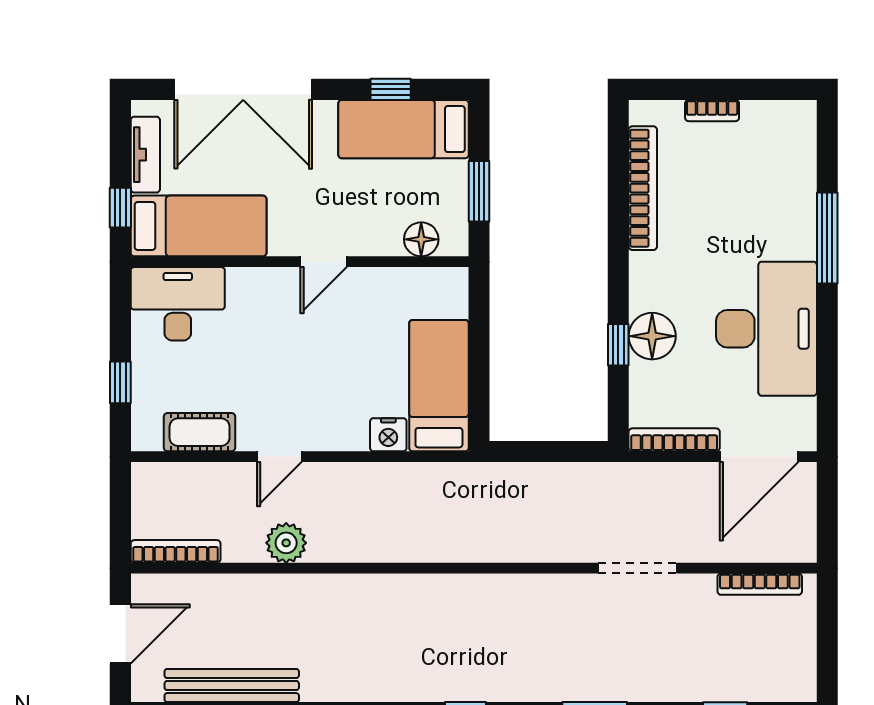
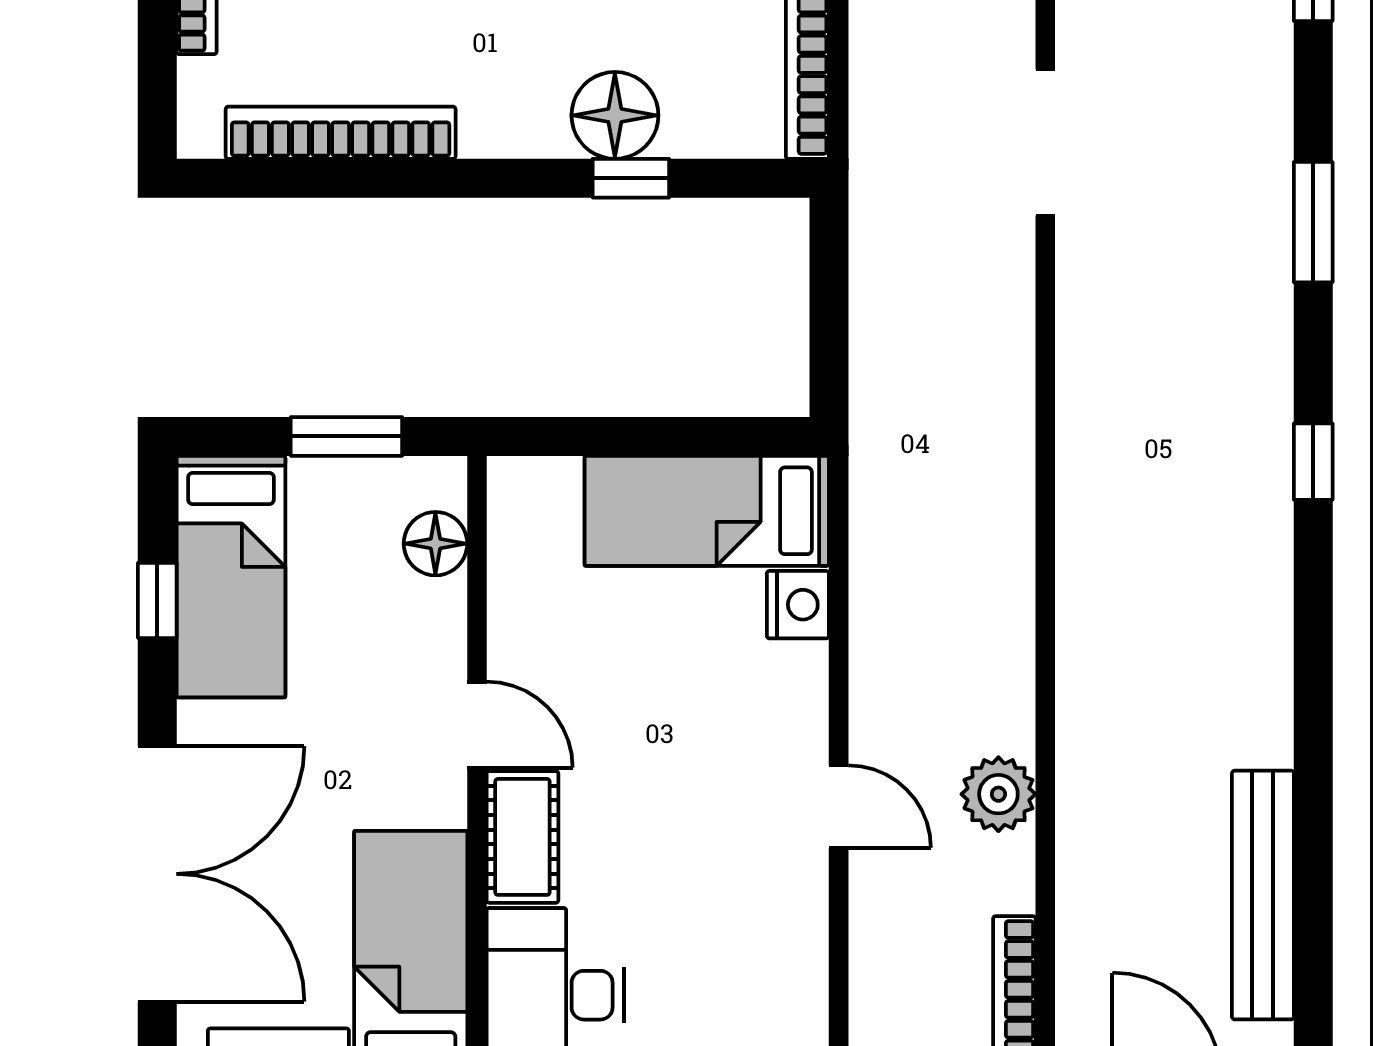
cot: (200, 432) -> (522, 837), moved

